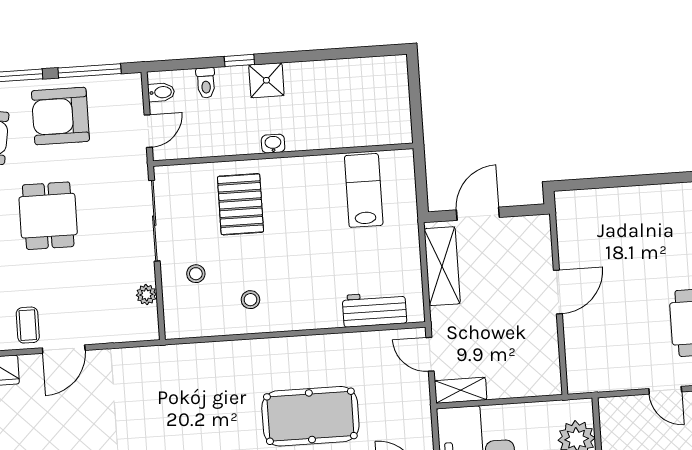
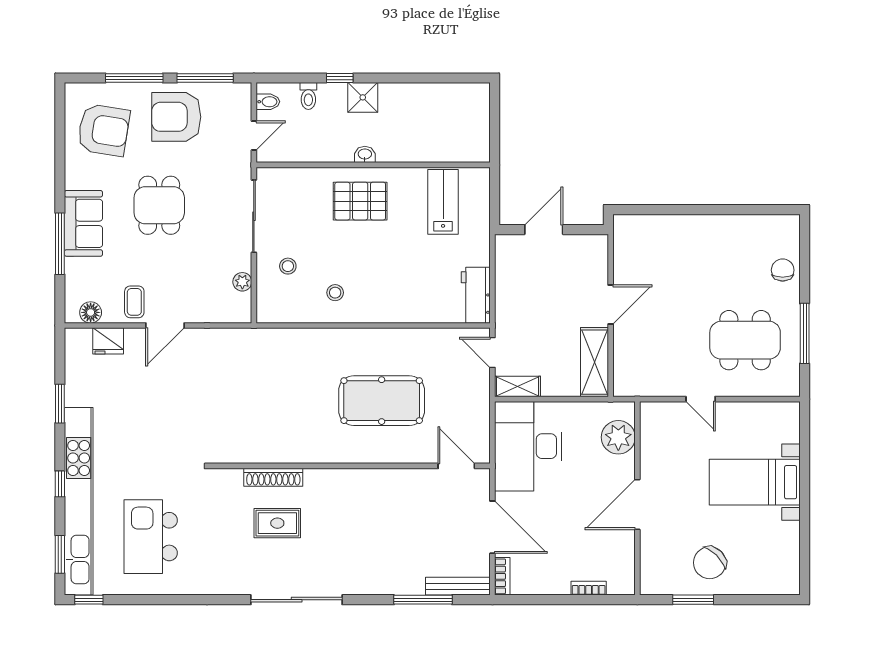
pallet: (240, 204) -> (360, 201), moved, turned 90
shelving: (442, 266) -> (594, 362), moved
workbench: (374, 309) -> (476, 295), moved, turned -90

